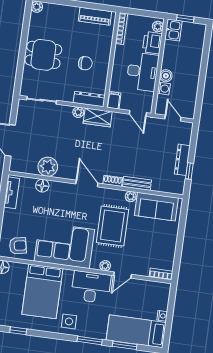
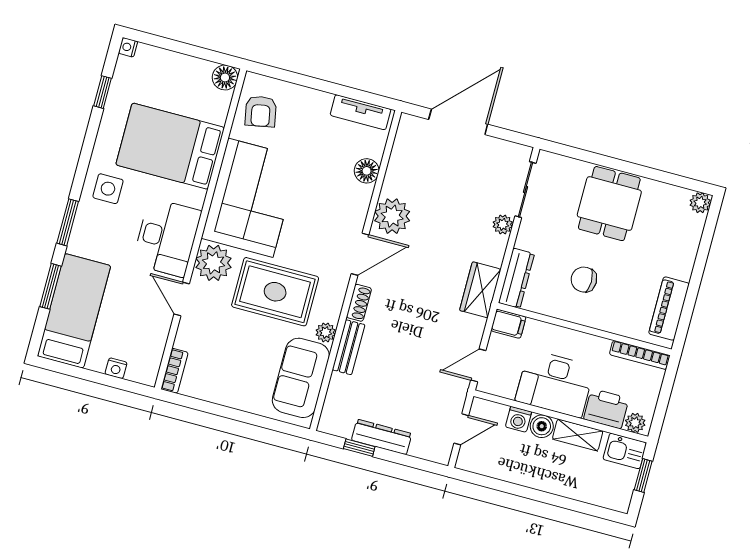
shelving: (168, 56) -> (578, 435), added
chair: (85, 63) -> (584, 280), turned 90
plant: (78, 112) -> (503, 224), moved
plant: (48, 167) -> (392, 216), moved
plant: (105, 266) -> (214, 263), width x1.88, depth x1.88
nightstand: (162, 316) -> (116, 368), moved

